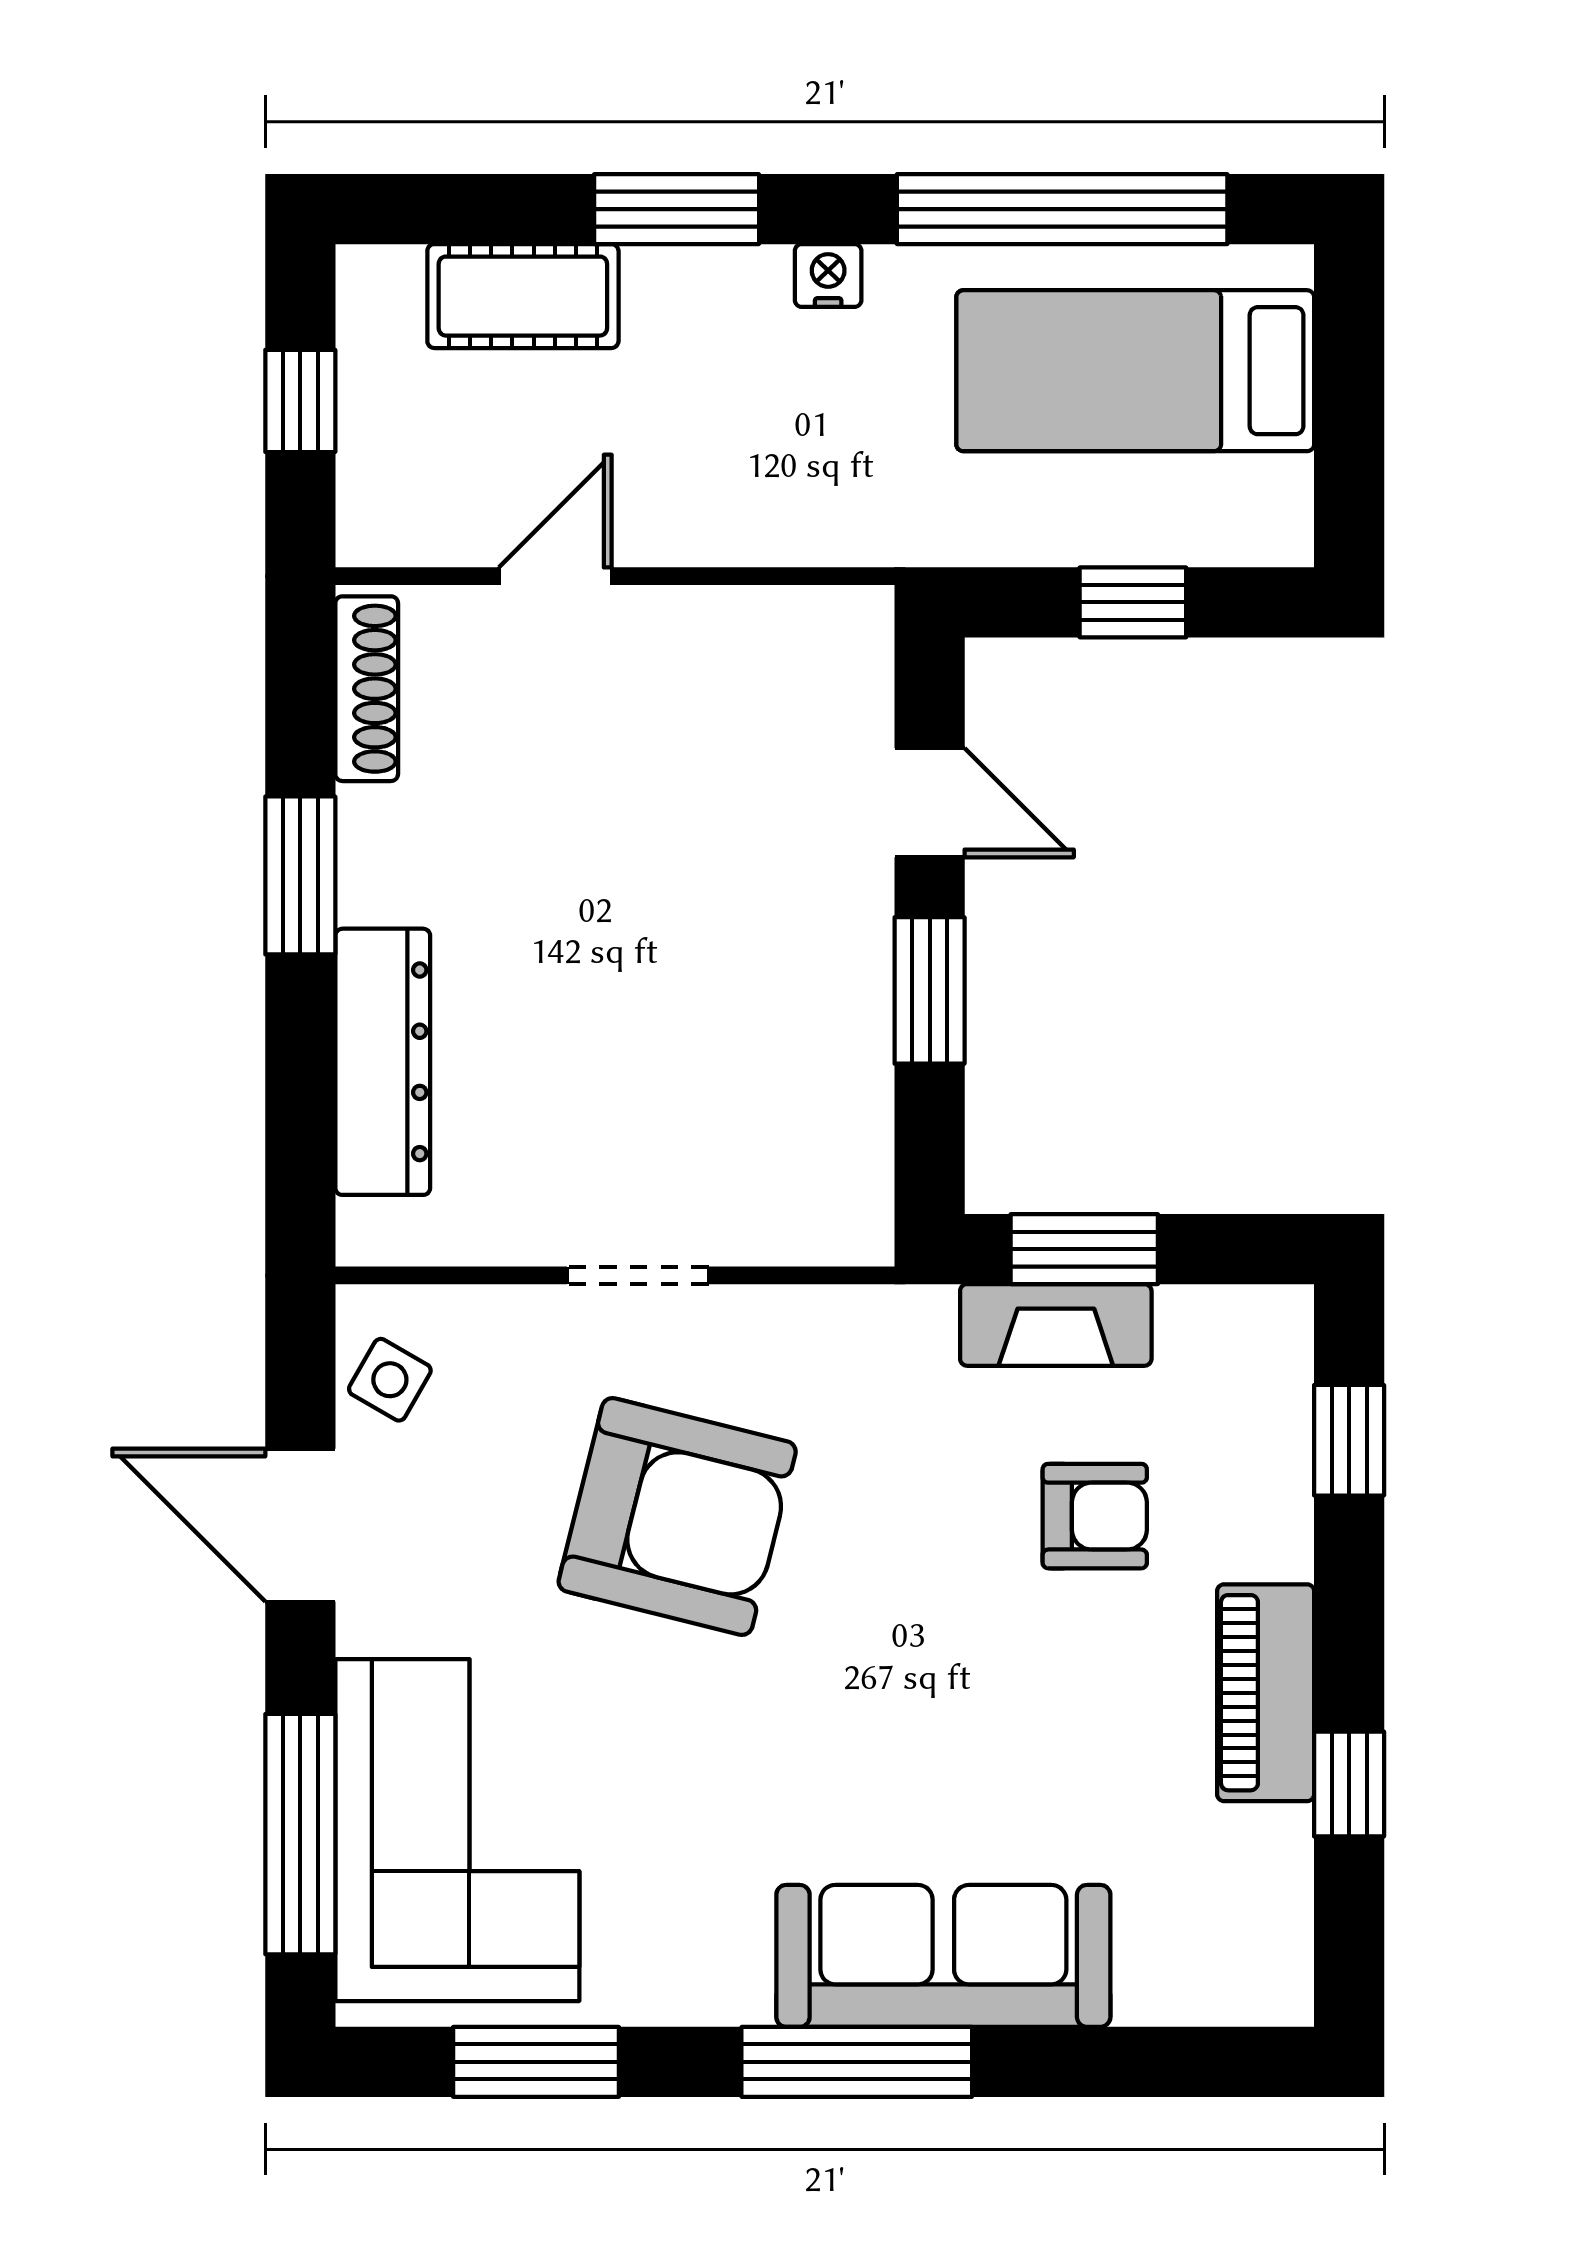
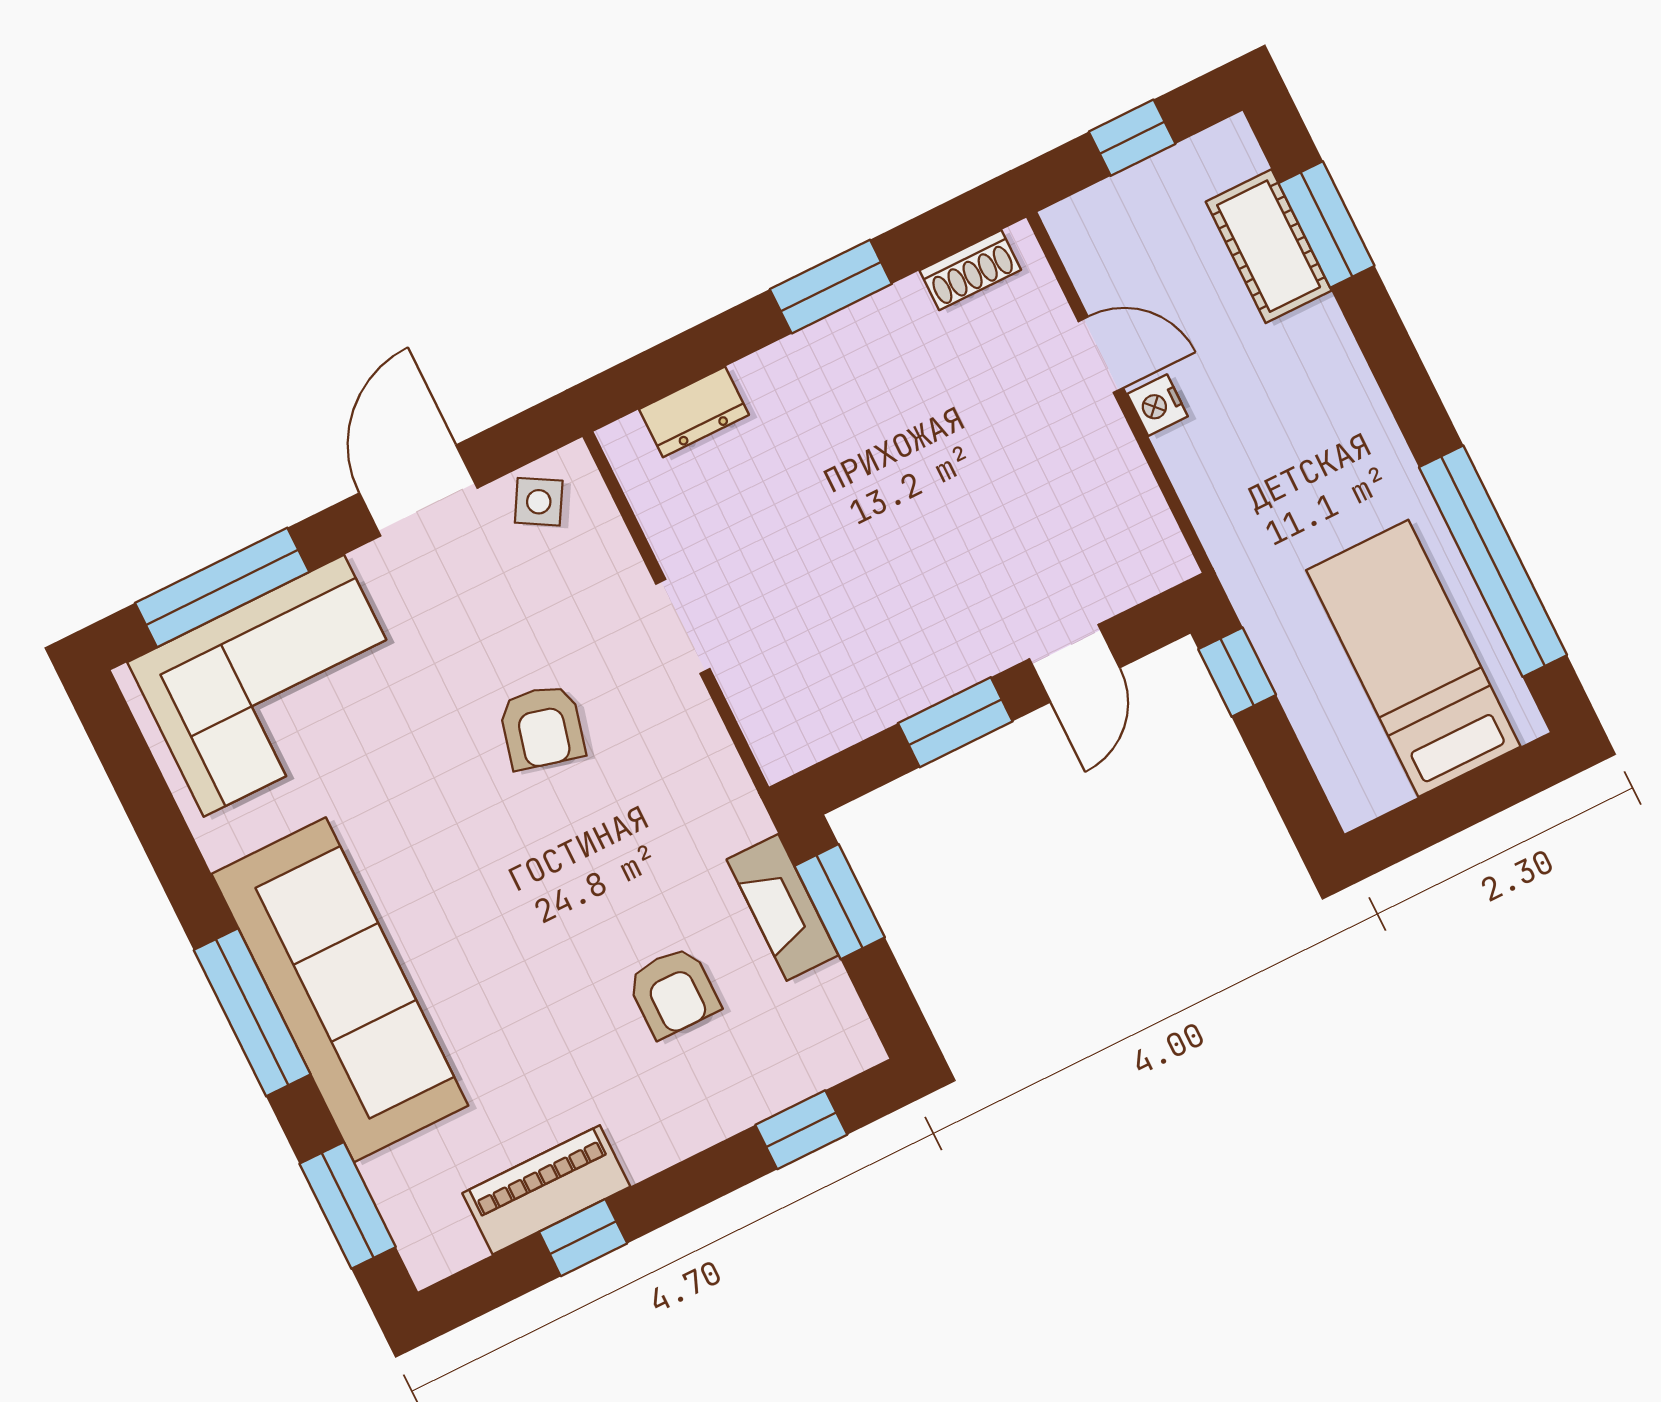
window: (677, 209) -> (1327, 224), moved
nightstand: (828, 275) -> (1158, 405), moved, turned 180
window: (1133, 602) -> (1237, 672), moved
shoe rack: (367, 689) -> (970, 270), width x0.70
dresser: (383, 1062) -> (694, 412), width x0.51, depth x0.80
armchair: (677, 1517) -> (542, 727), width x0.53, depth x0.53
piano: (1266, 1693) -> (546, 1190), moved
sofa: (943, 1956) -> (340, 990), width x1.36, depth x1.27
window: (536, 2062) -> (348, 1205), moved

